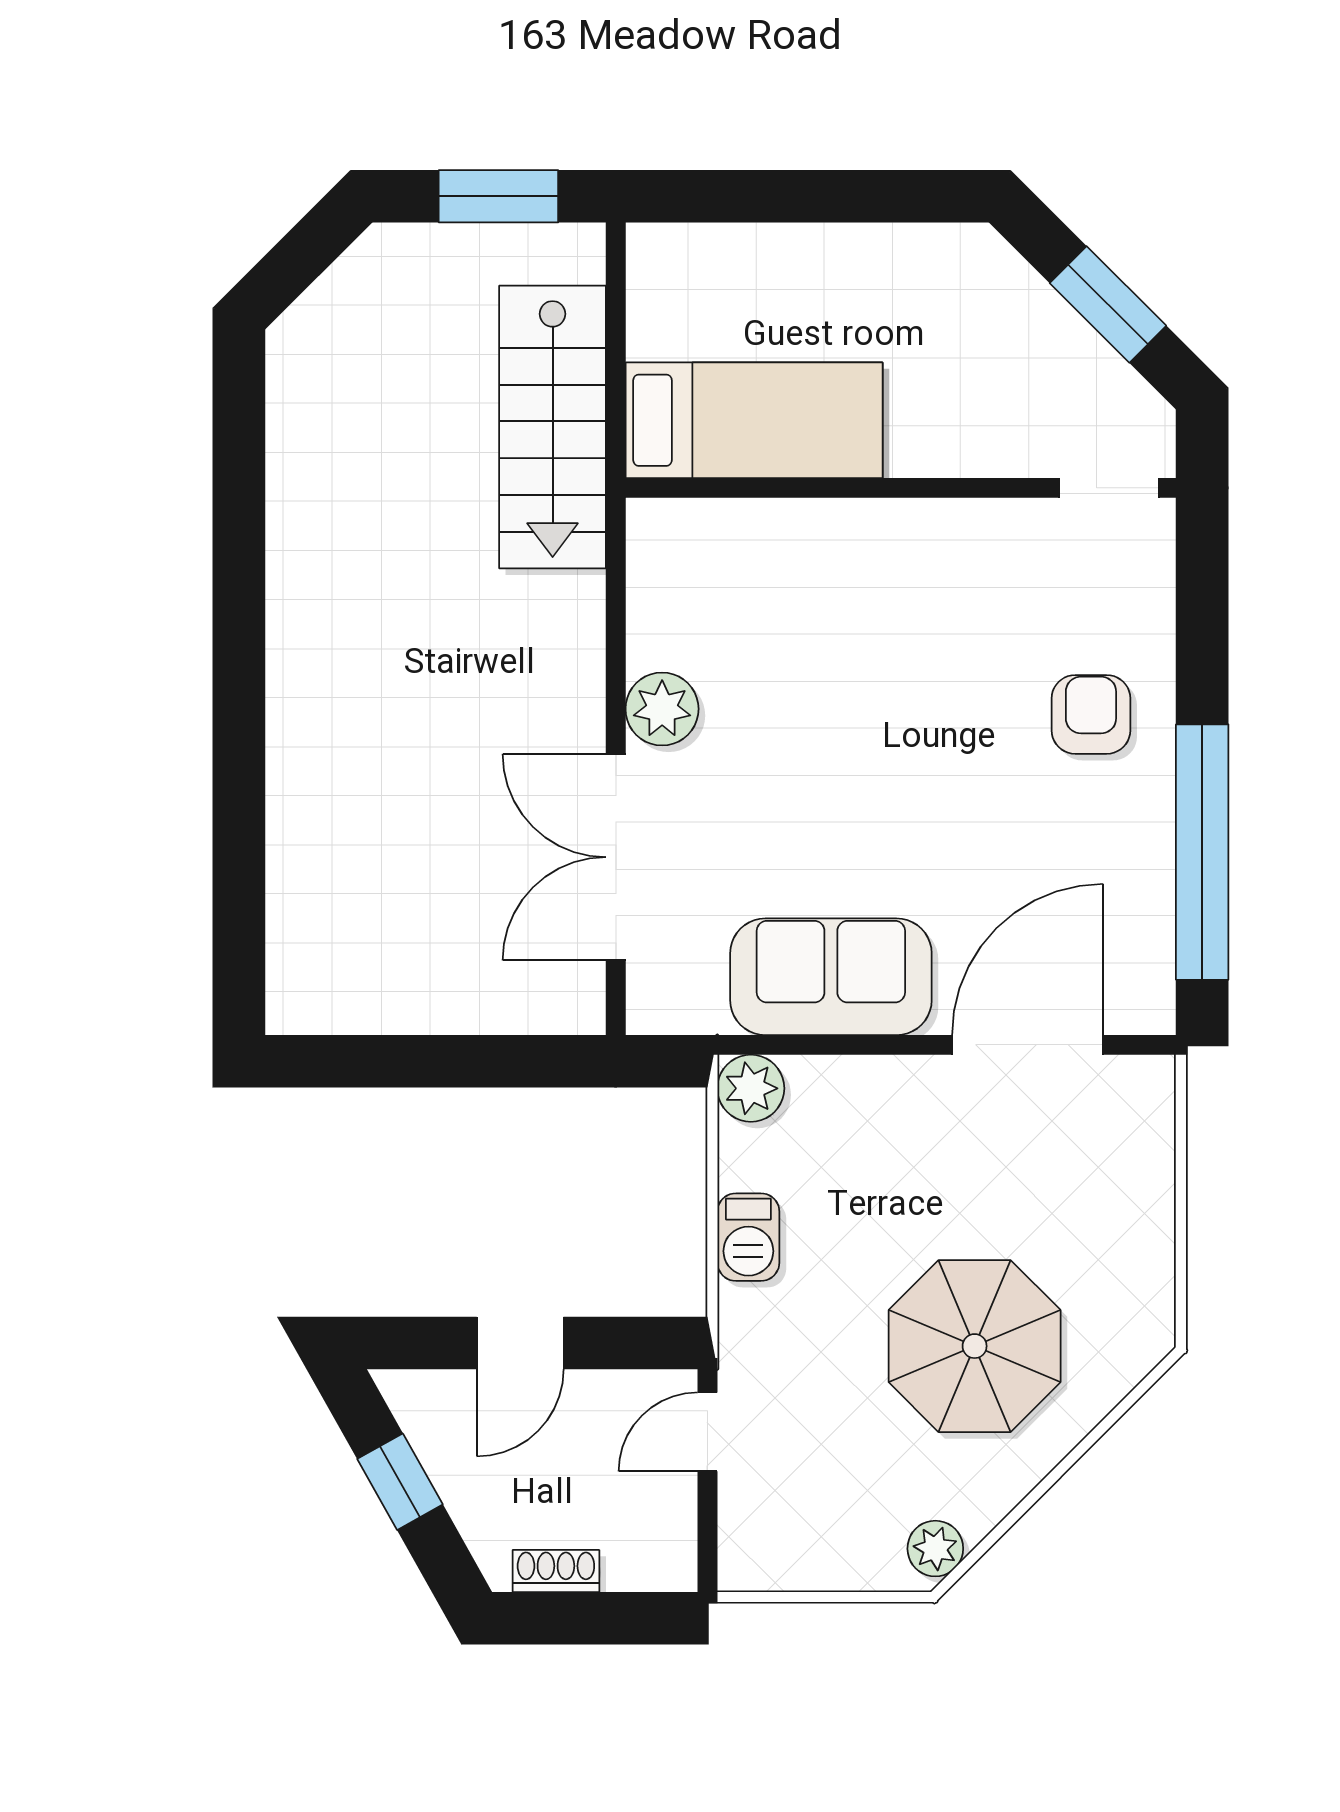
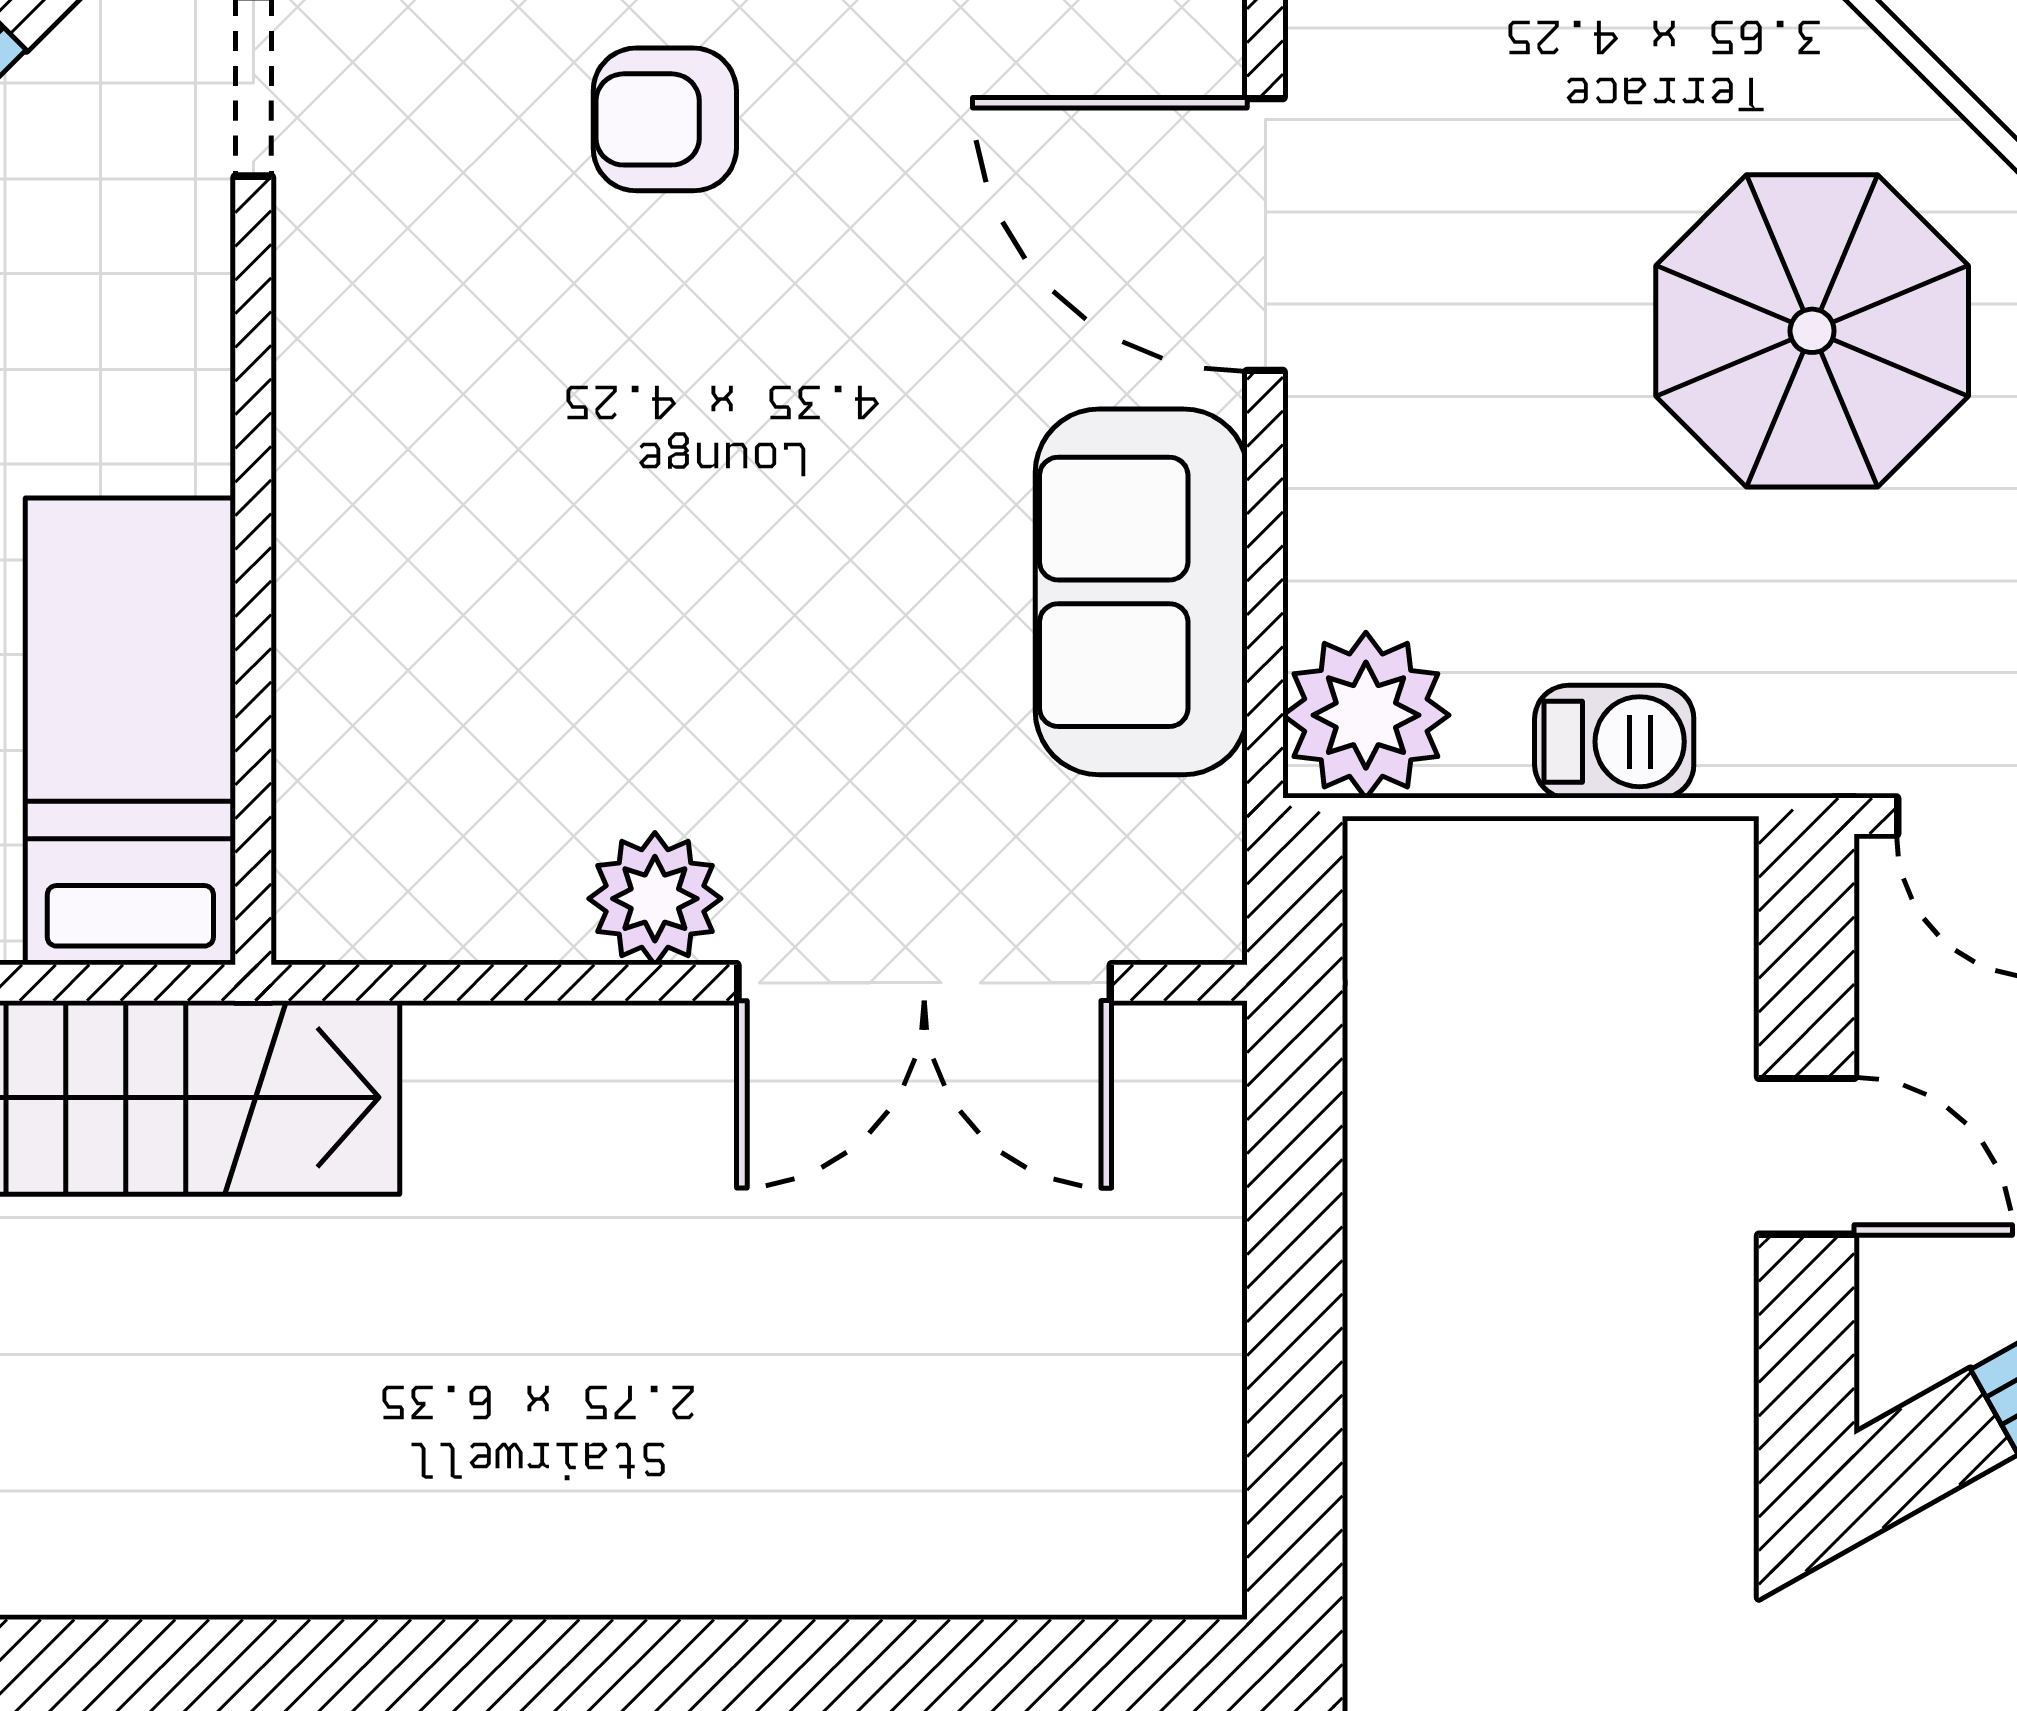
plant: (751, 1088) -> (1366, 715), width x1.36, depth x1.36

